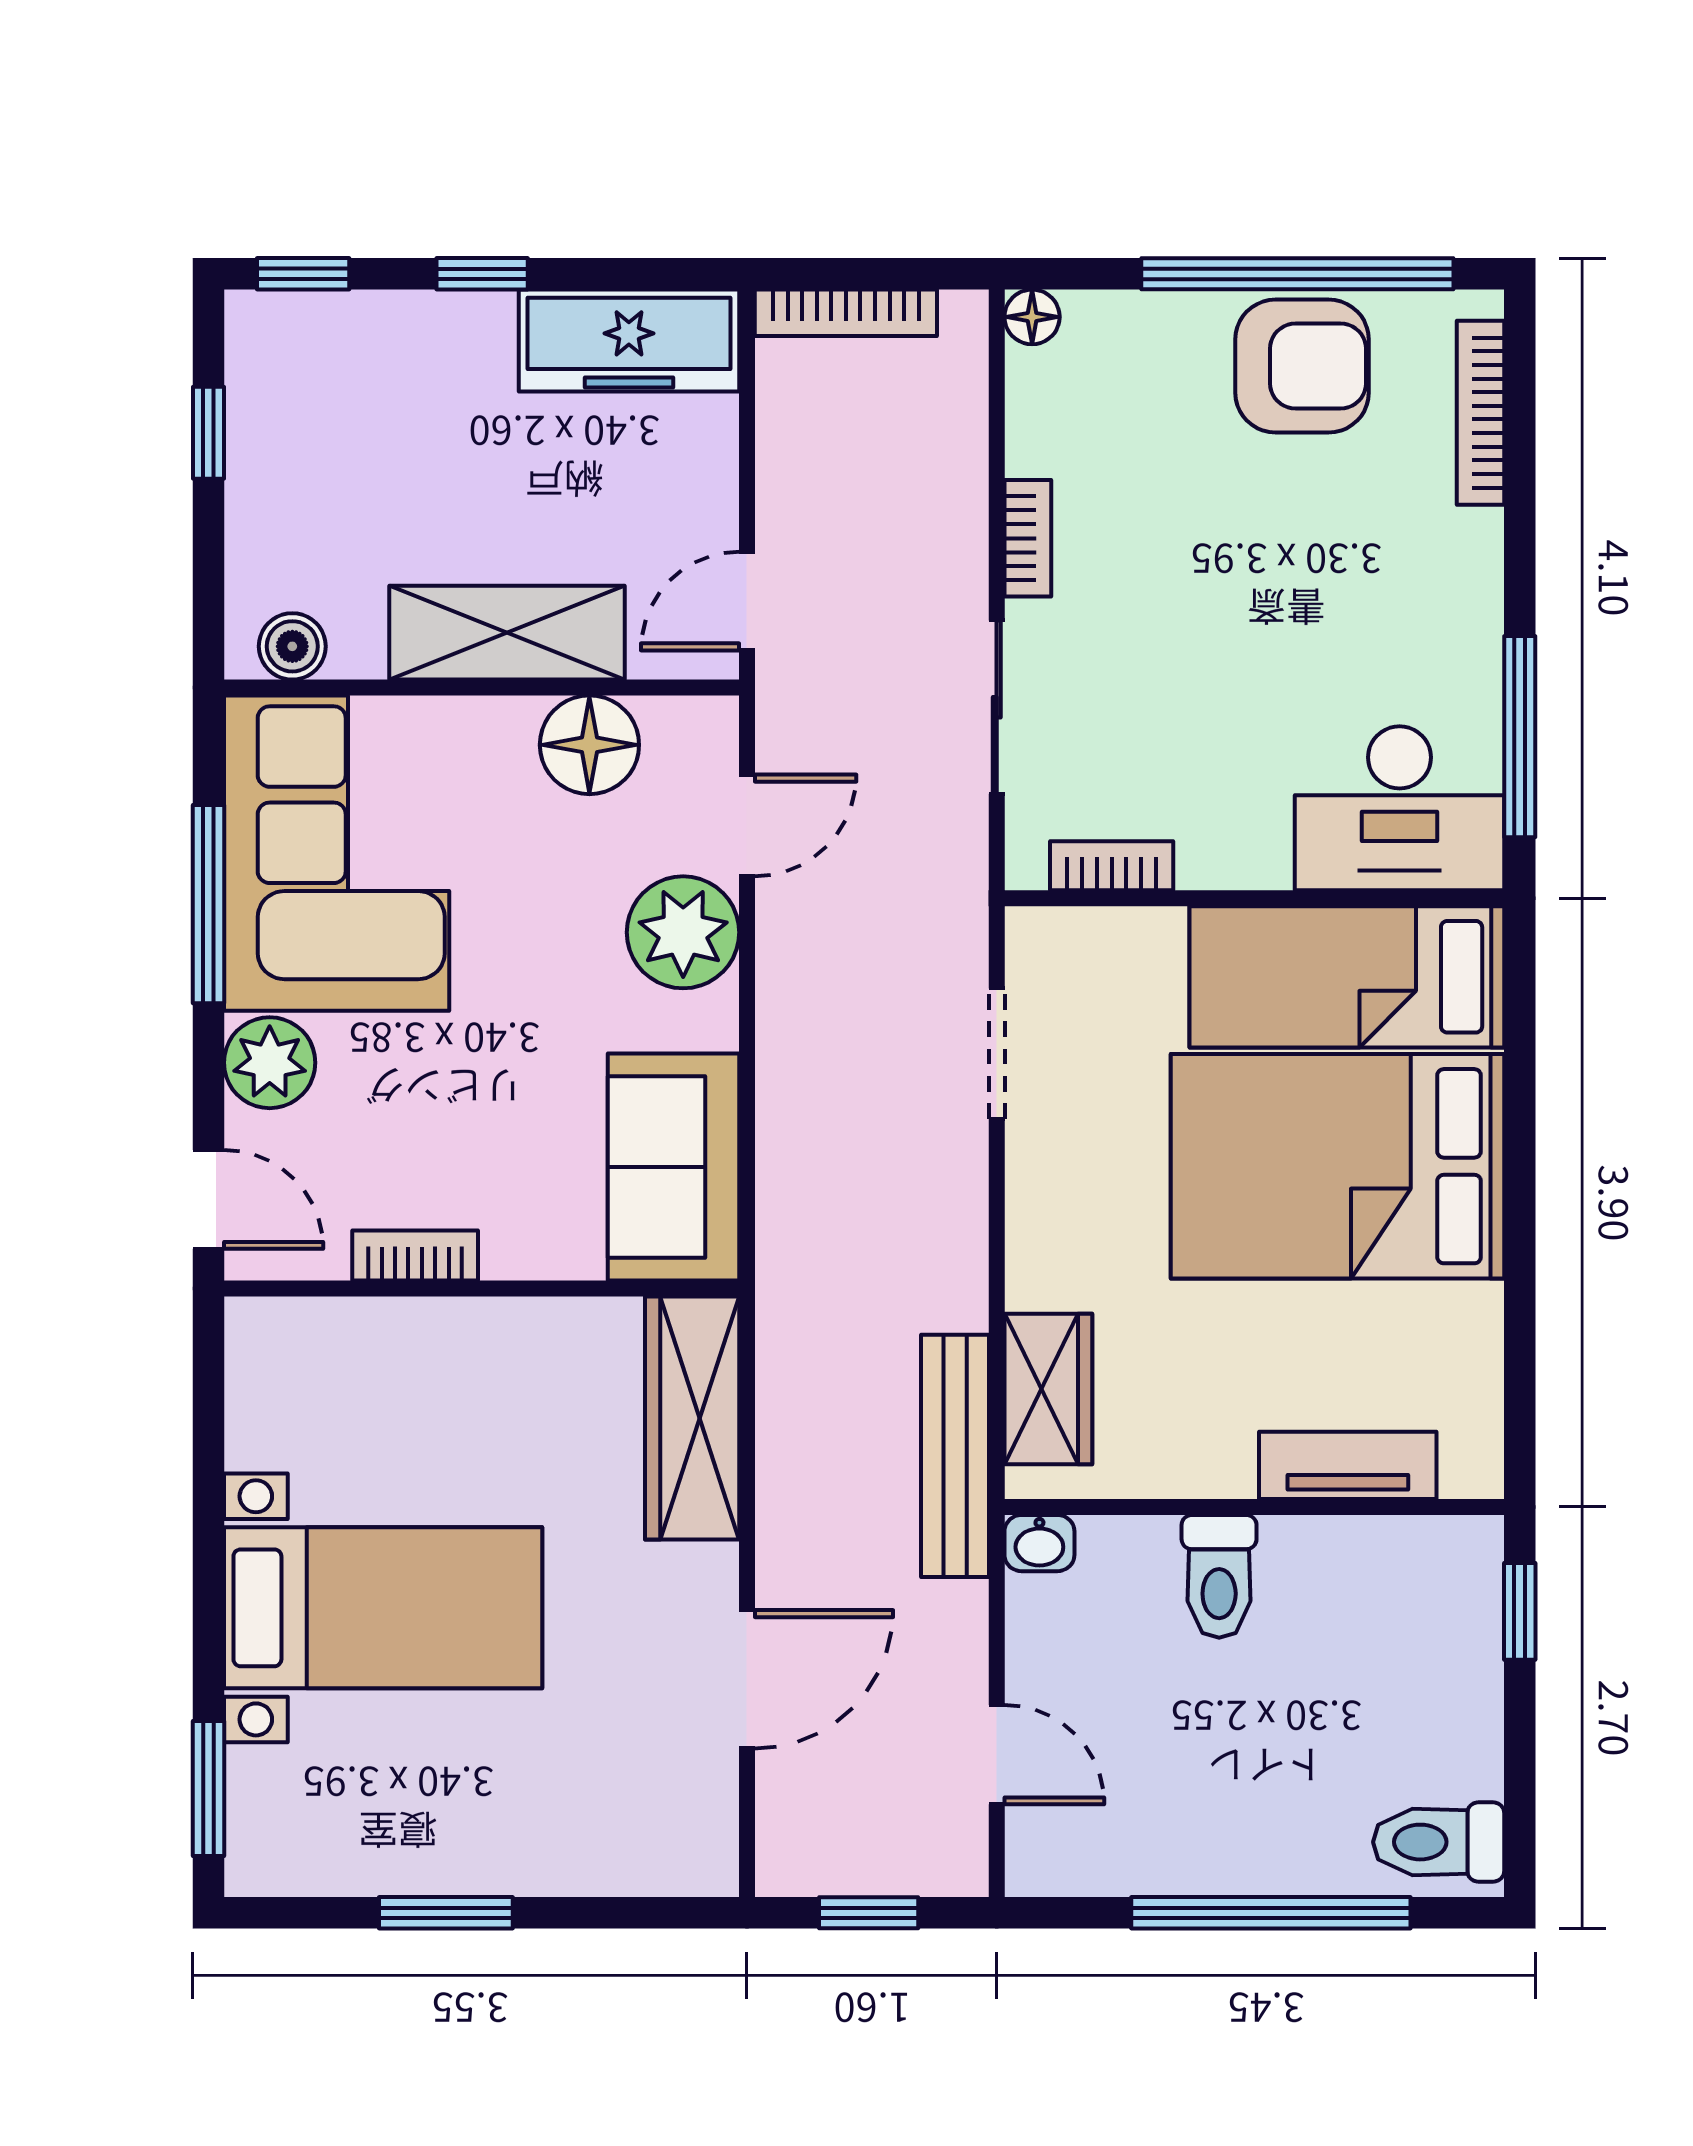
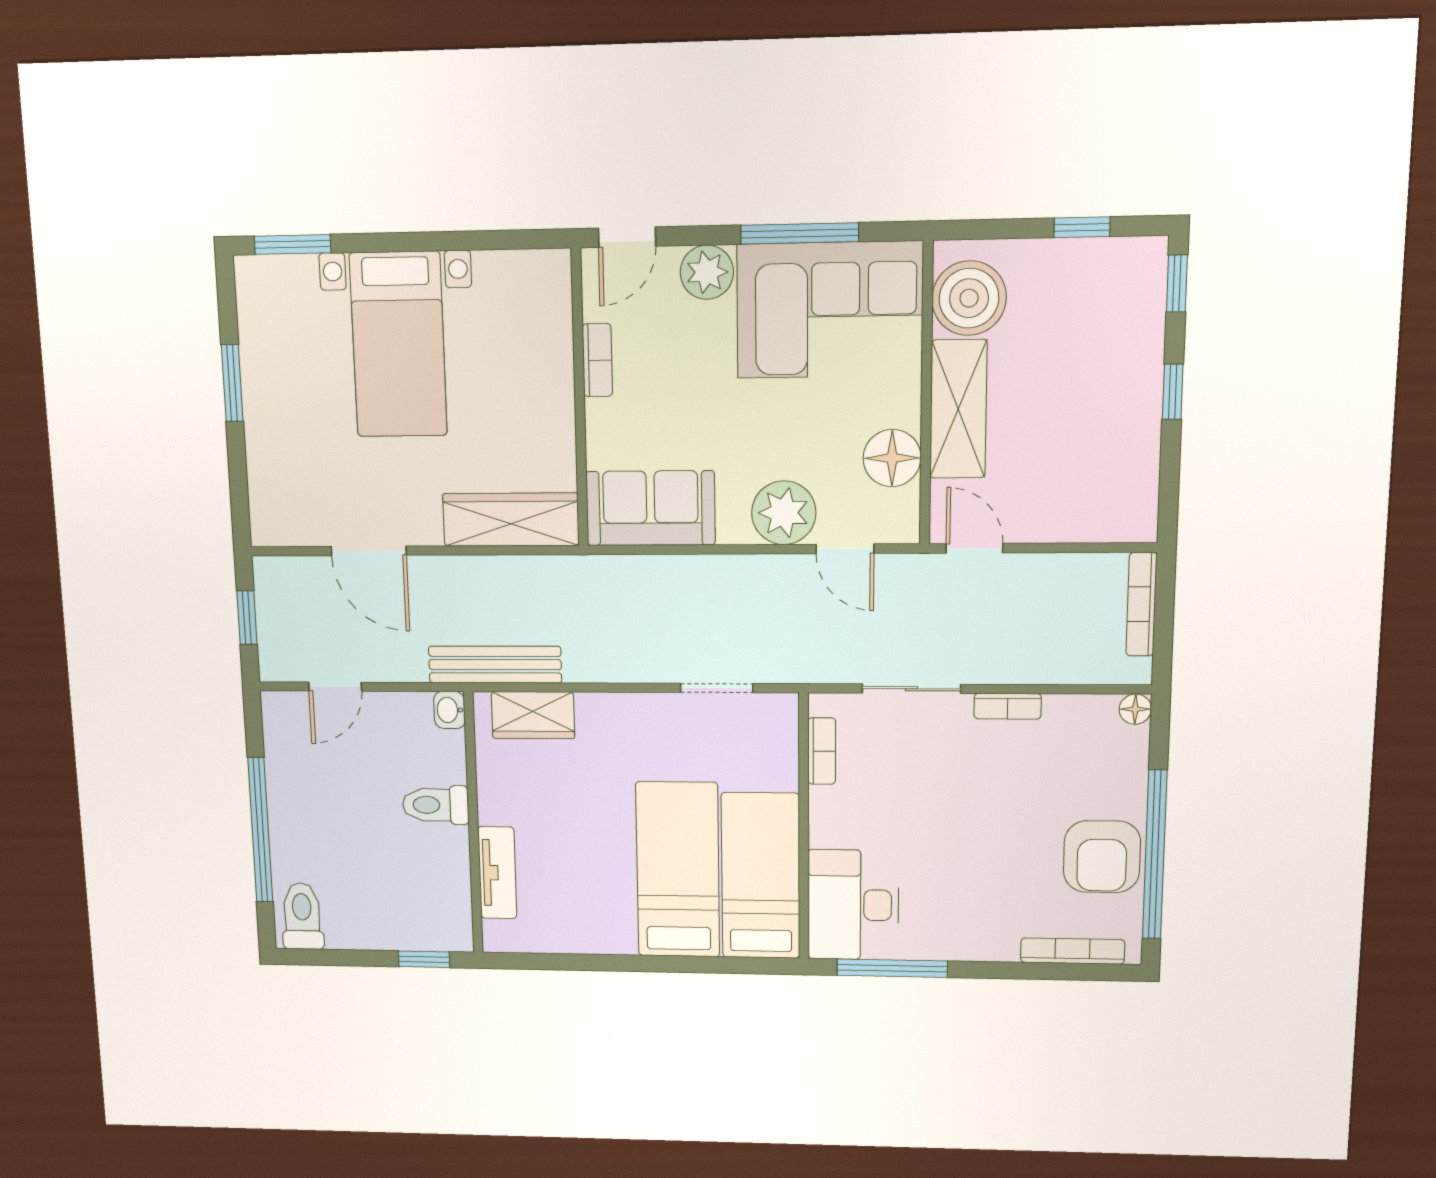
freezer: (629, 341) -> (1129, 479), removed
boiler: (292, 646) -> (969, 298), width x1.86, depth x1.86
bed: (1337, 1166) -> (678, 870), width x0.67

